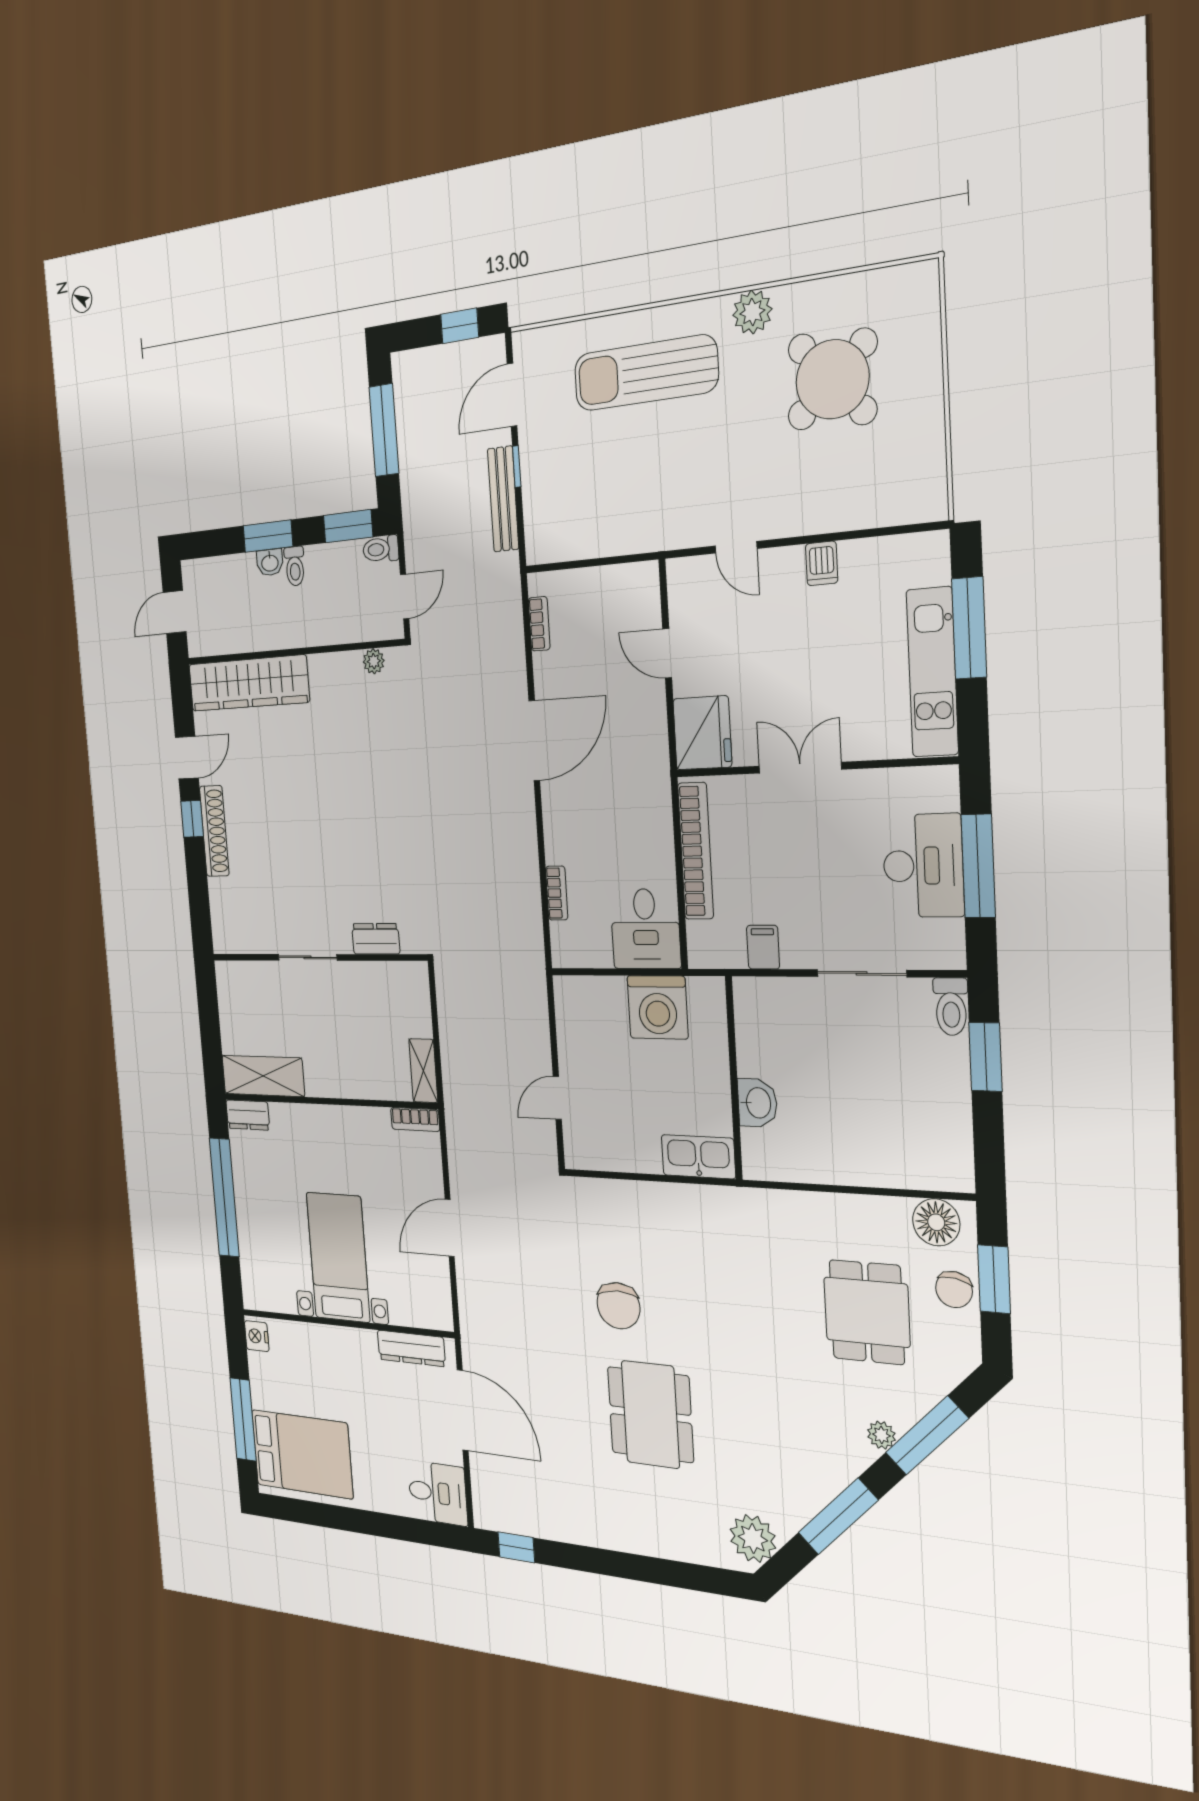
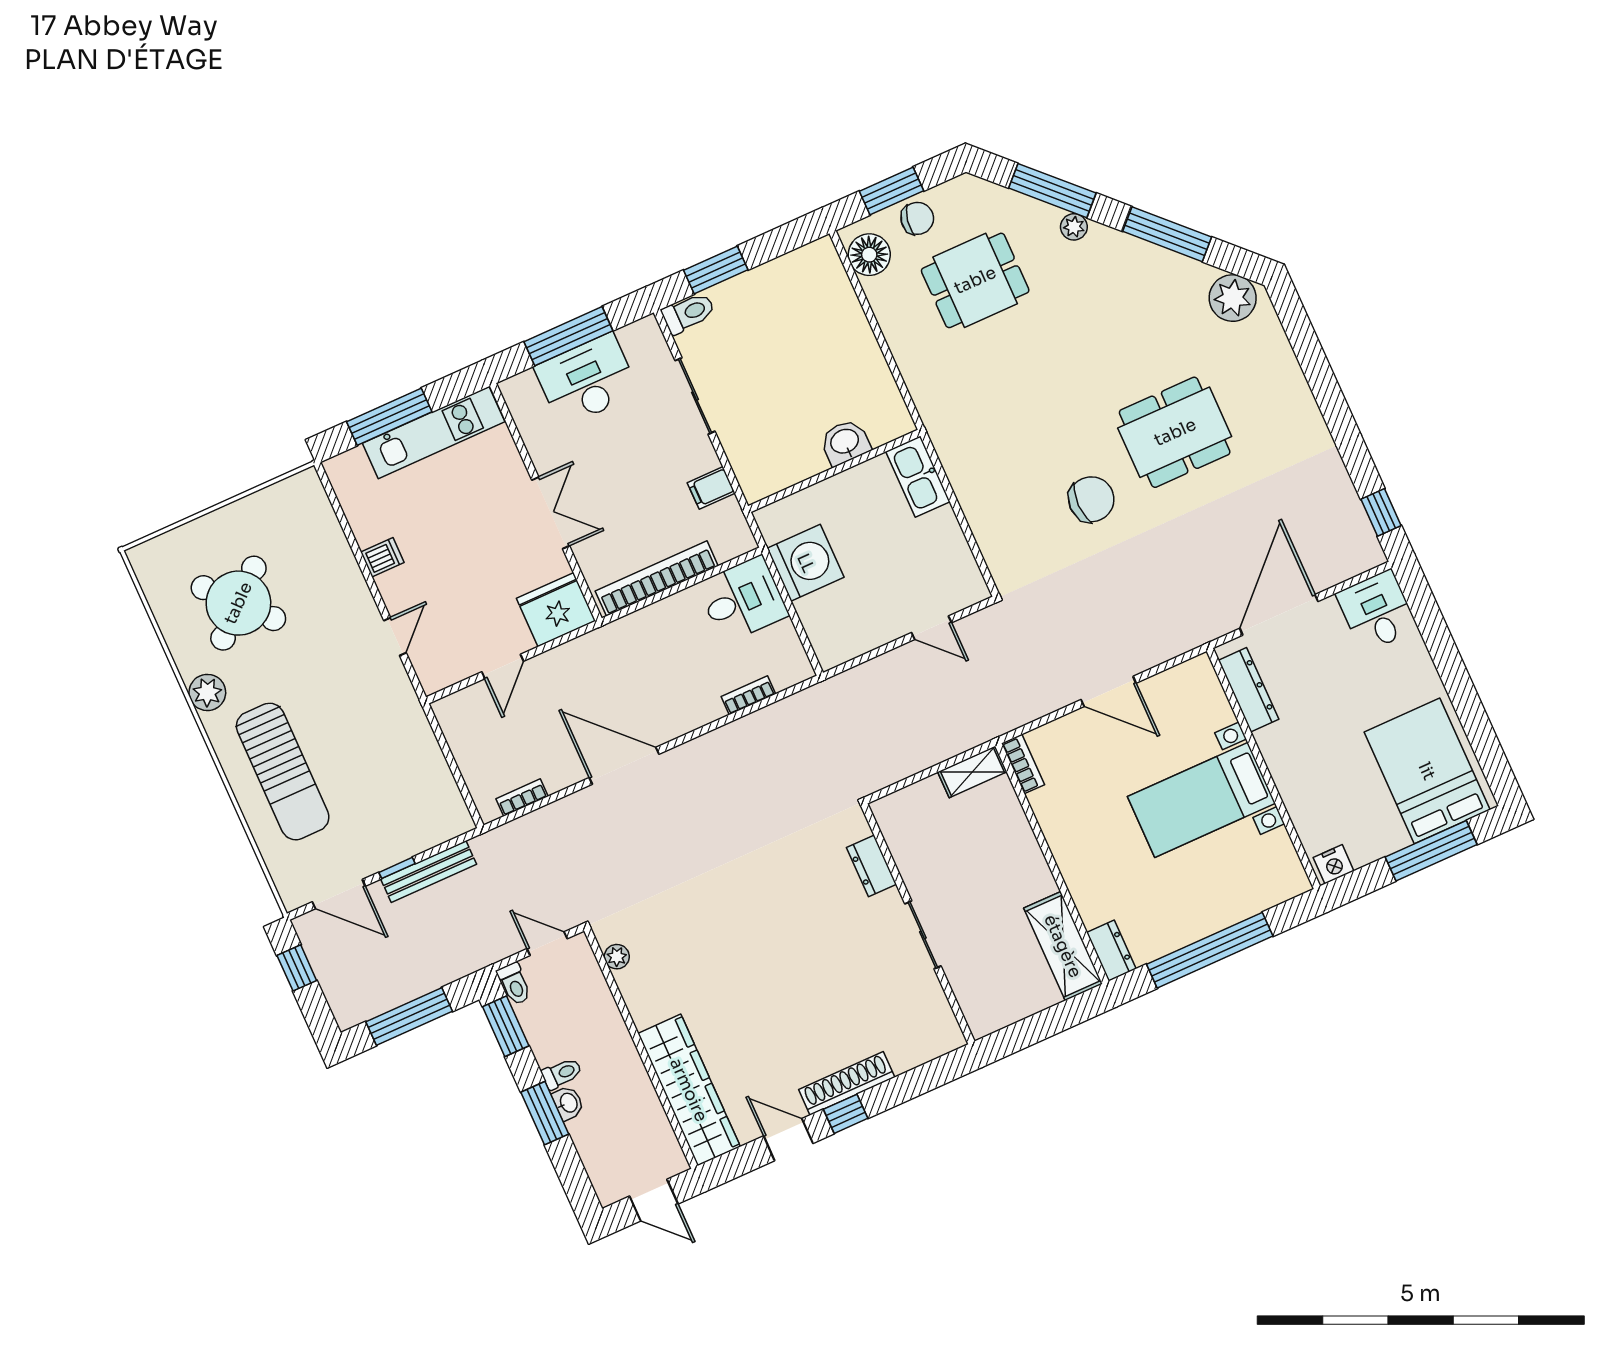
double door: (800, 768) -> (551, 513), swing flipped

